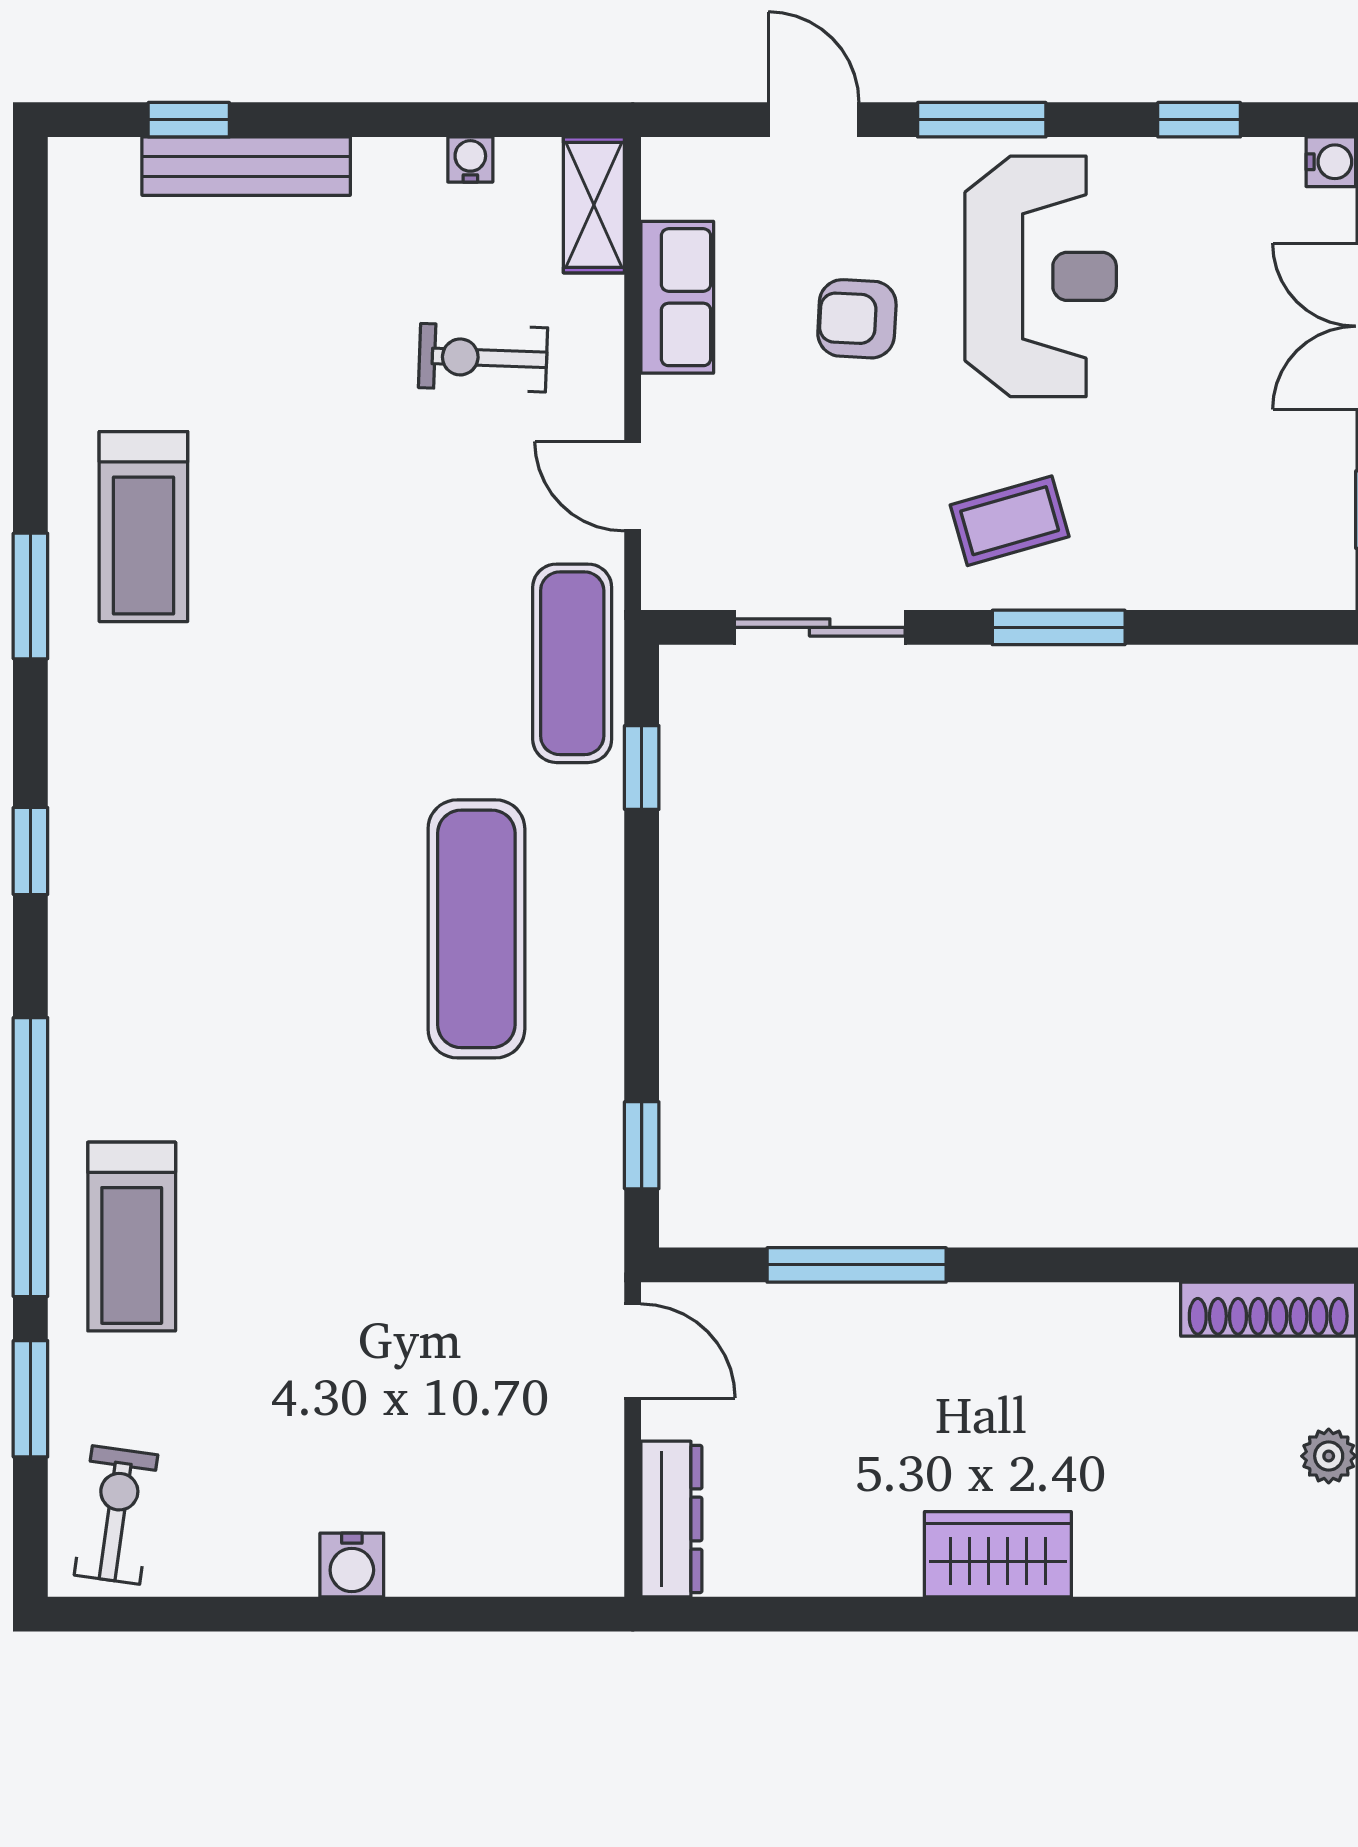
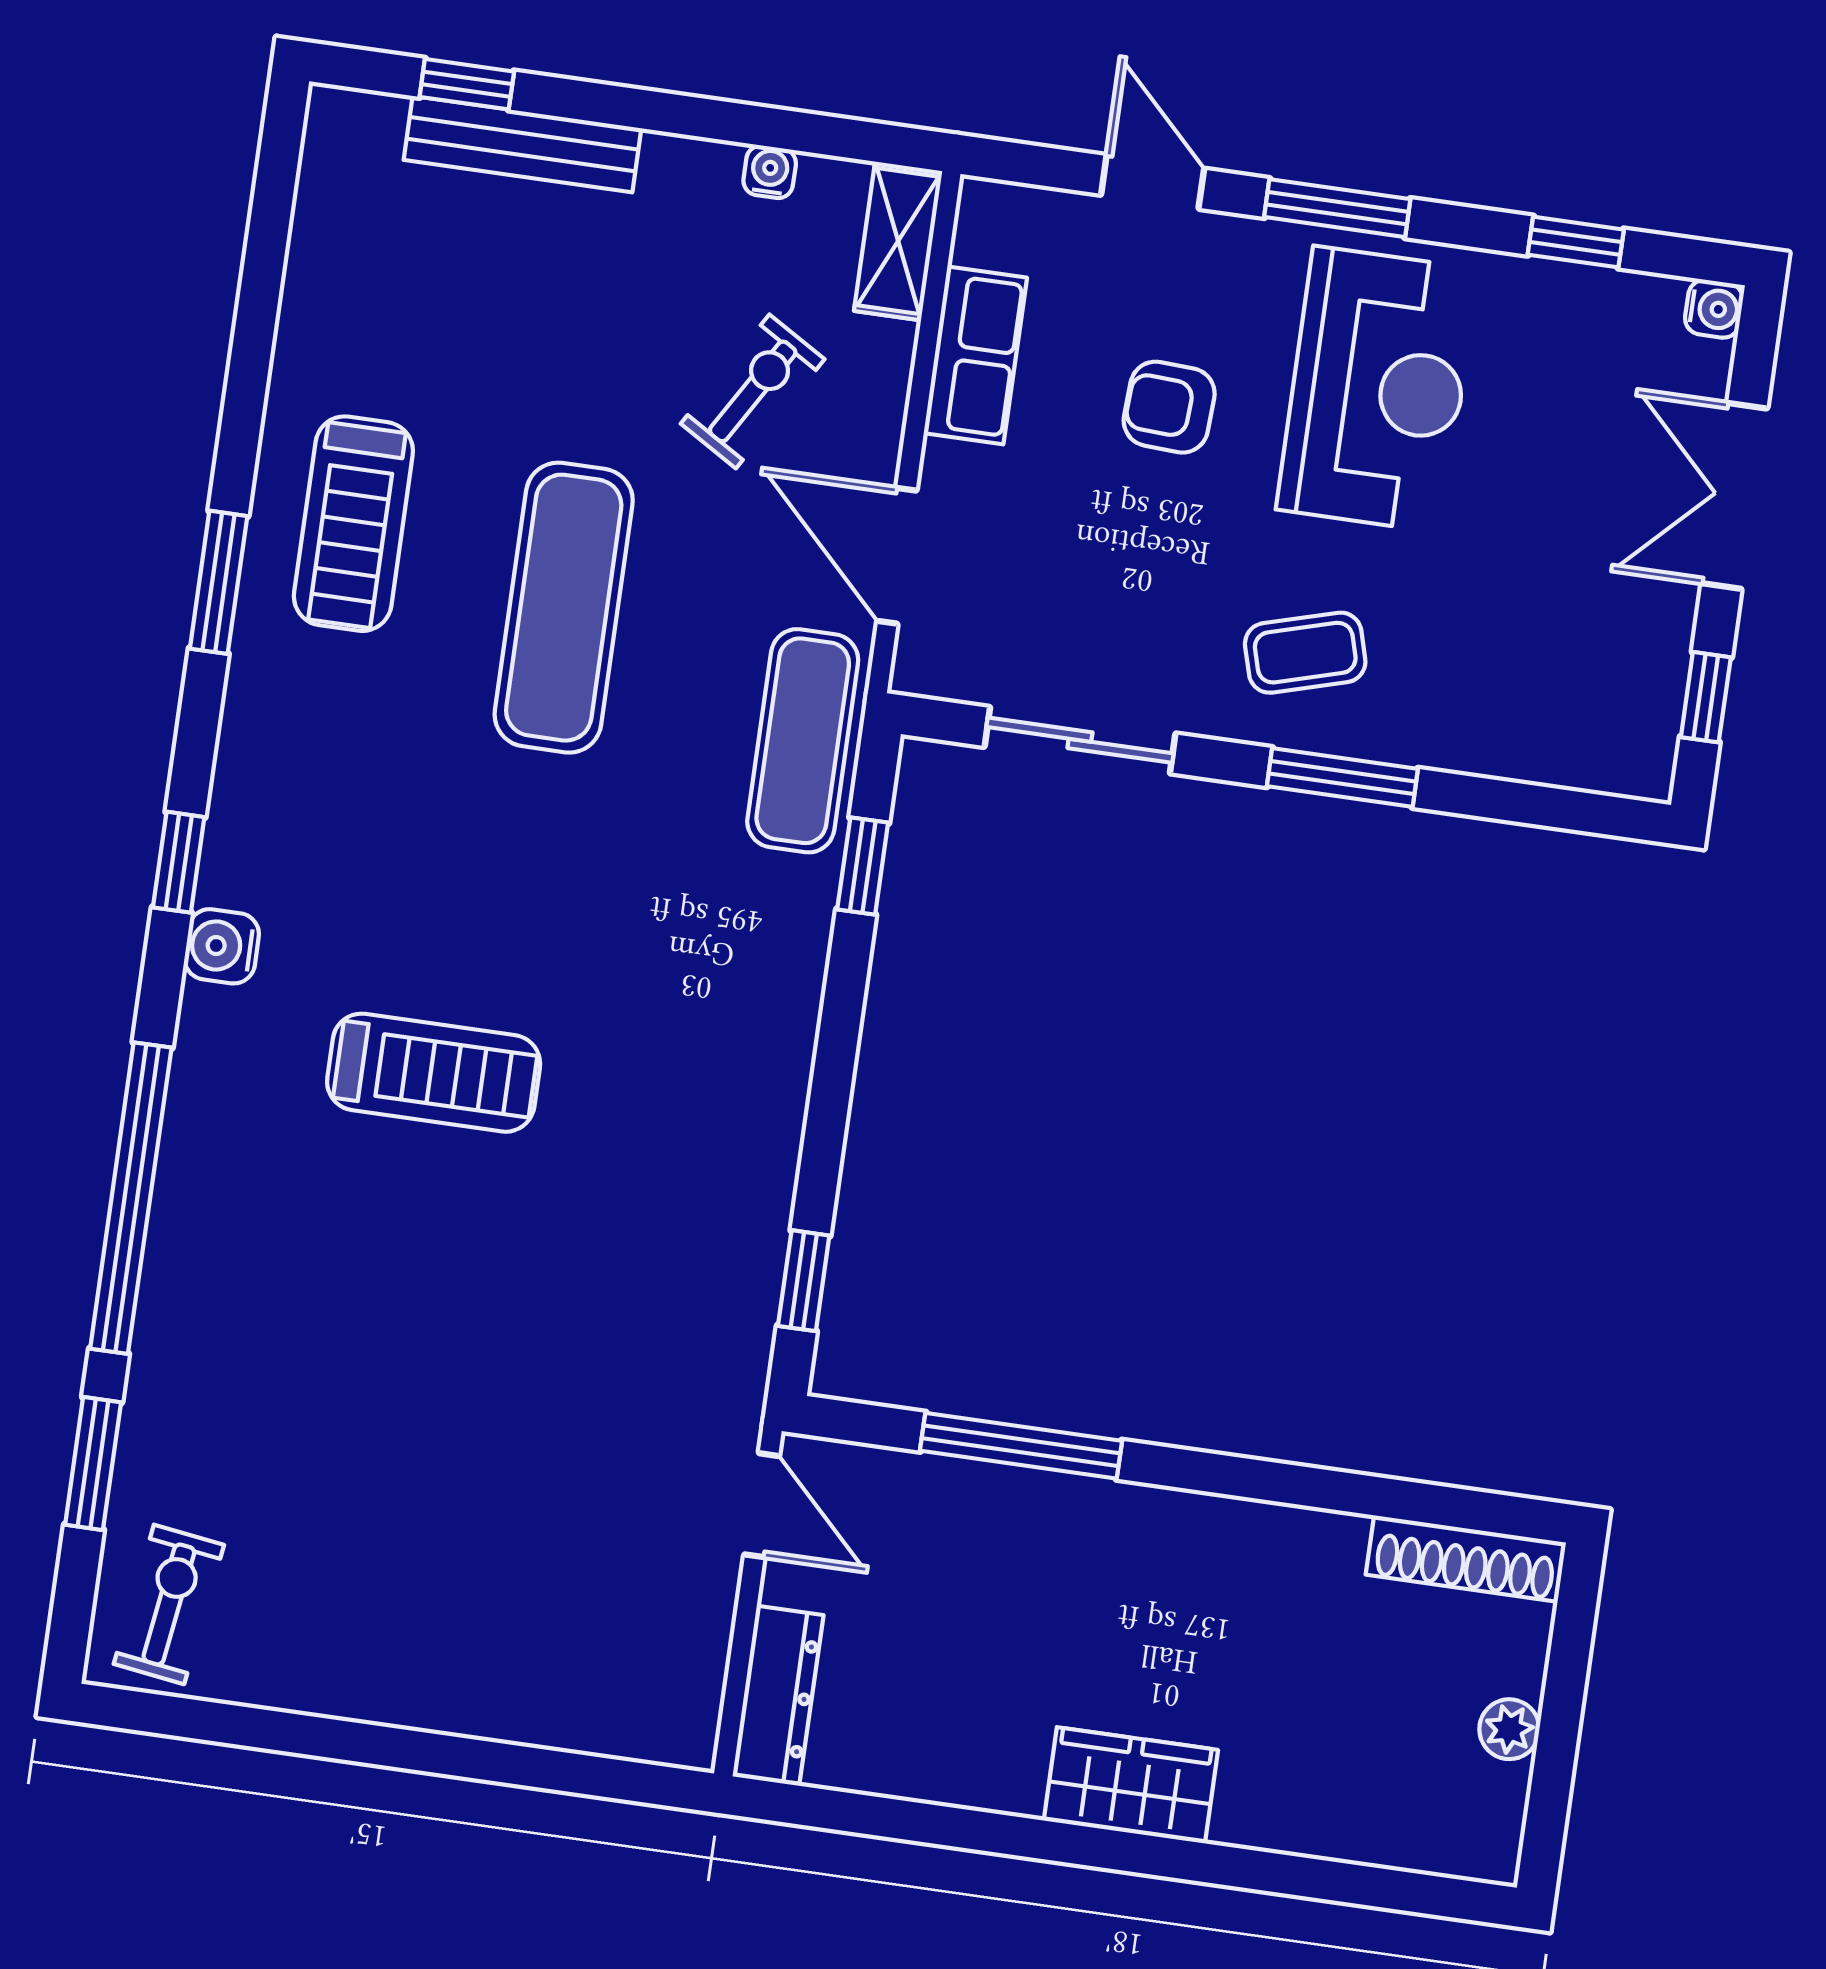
exercise bike: (483, 358) -> (753, 391), turned 119
door: (633, 486) -> (897, 556), width x1.38
exercise mat: (476, 929) -> (564, 608), moved
treadmill: (132, 1237) -> (434, 1073), moved, turned -90
water cooler: (352, 1565) -> (222, 946), moved, turned 90

